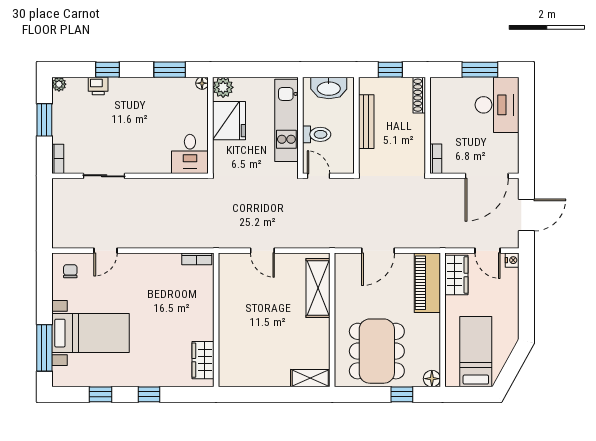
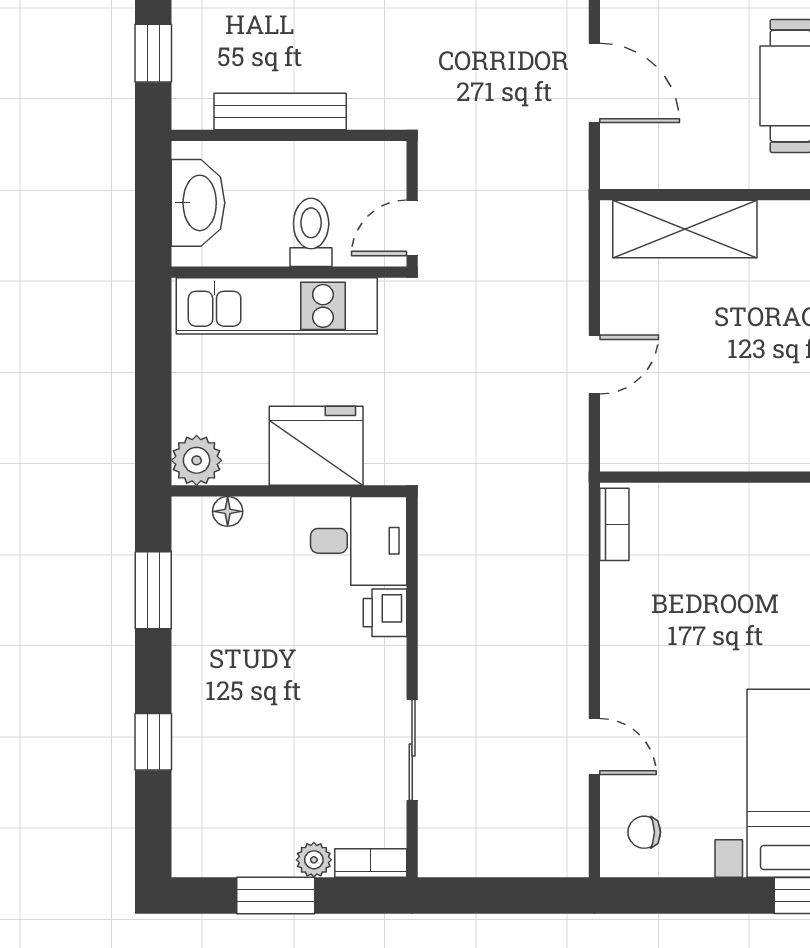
floor lamp: (202, 83) -> (228, 511), moved
plant: (59, 84) -> (314, 860), moved
printer: (98, 86) -> (385, 613), moved, turned 180
fridge: (229, 121) -> (316, 446), moved

